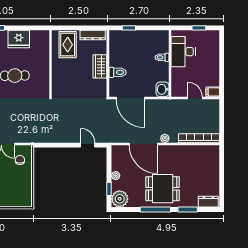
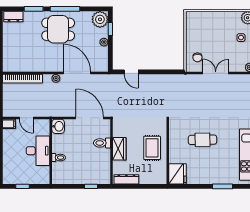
fridge: (19, 39) -> (177, 174), moved, turned 90
rug: (68, 45) -> (152, 148), moved
desk: (183, 52) -> (38, 151), moved

